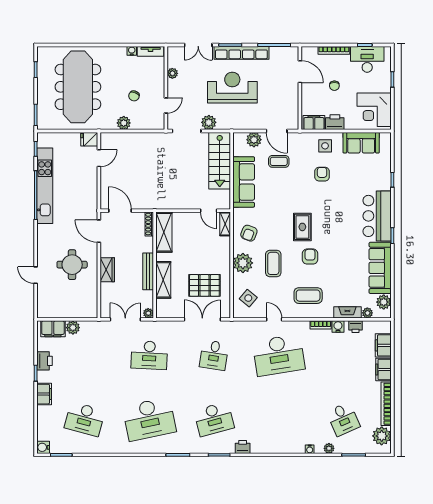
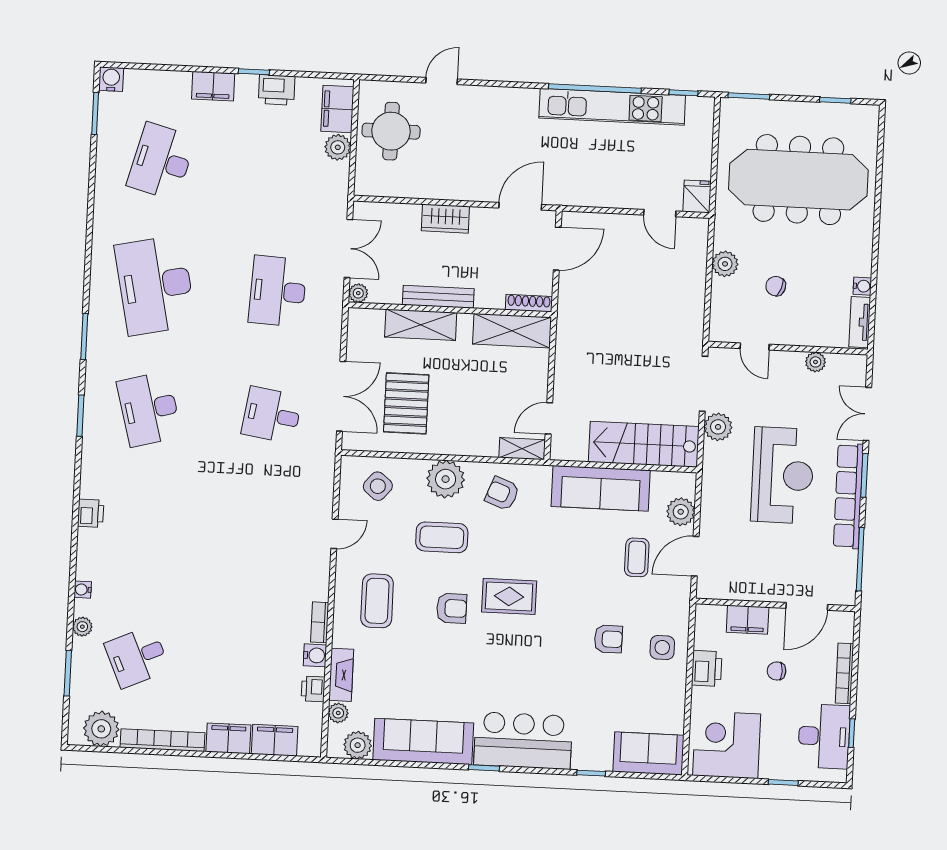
filing cabinet: (314, 123) -> (748, 620), moved, turned 90
sofa: (361, 143) -> (648, 753), moved, turned 90
round table: (72, 265) -> (391, 131), moved
desk: (279, 355) -> (266, 539), removed
printer: (243, 447) -> (91, 513), moved

